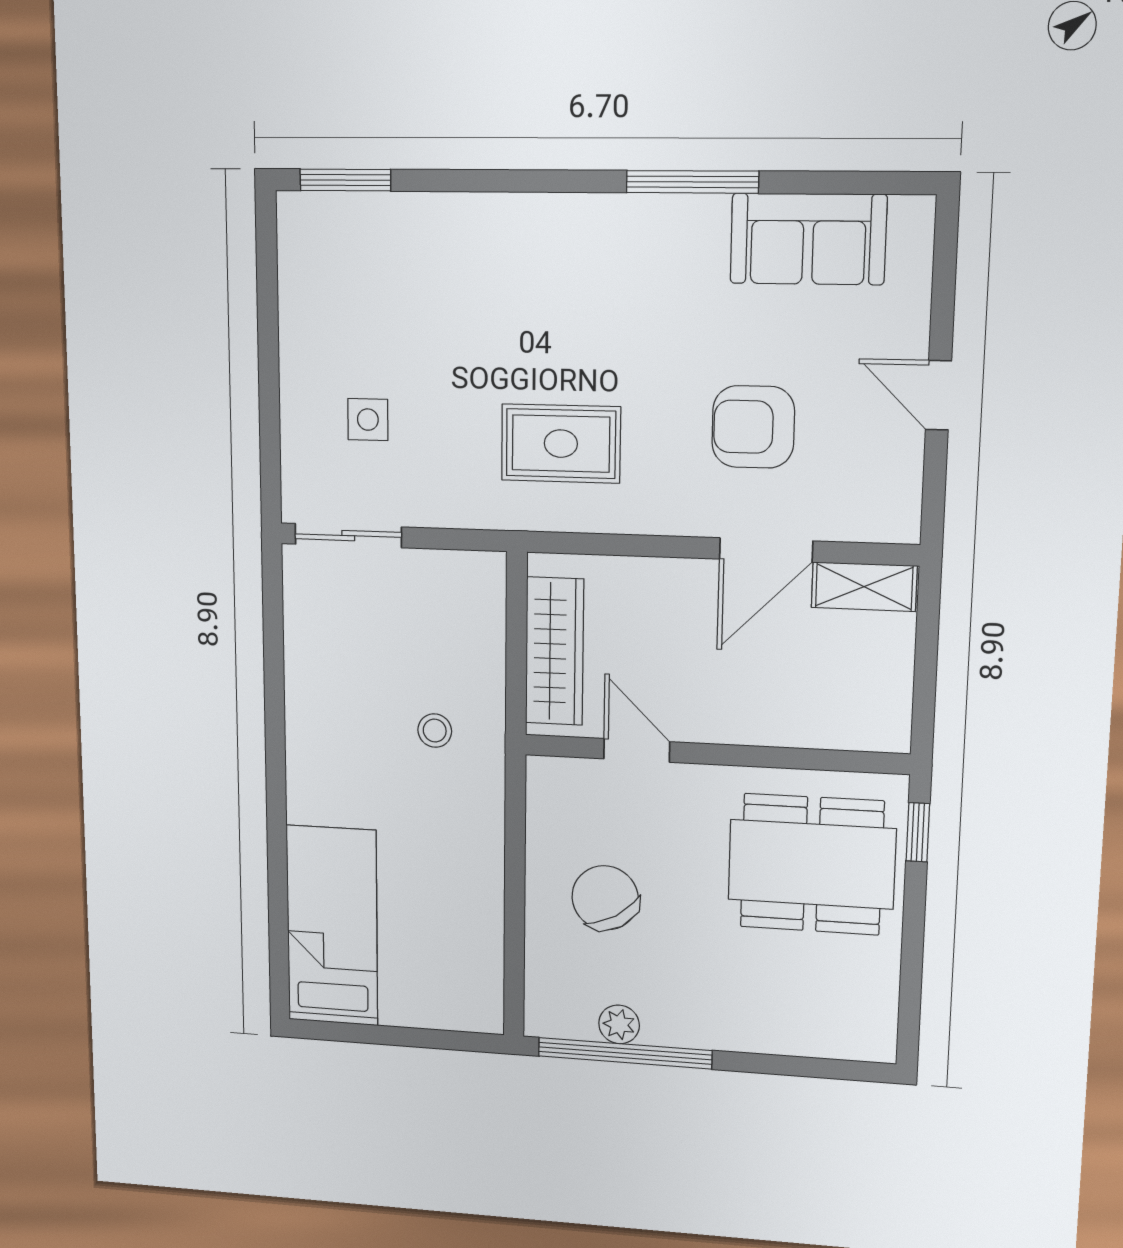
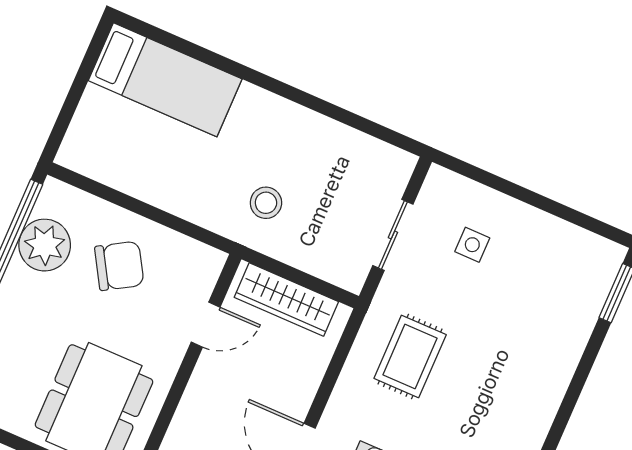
sliding door: (348, 536) -> (393, 235), moved
stool: (435, 731) -> (266, 203), width x1.37, depth x1.37
plant: (619, 1024) -> (45, 245), width x1.88, depth x1.88

